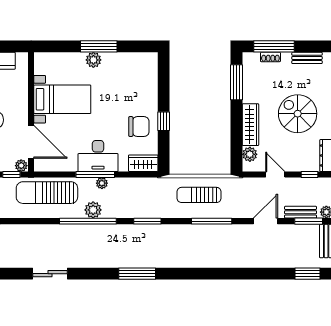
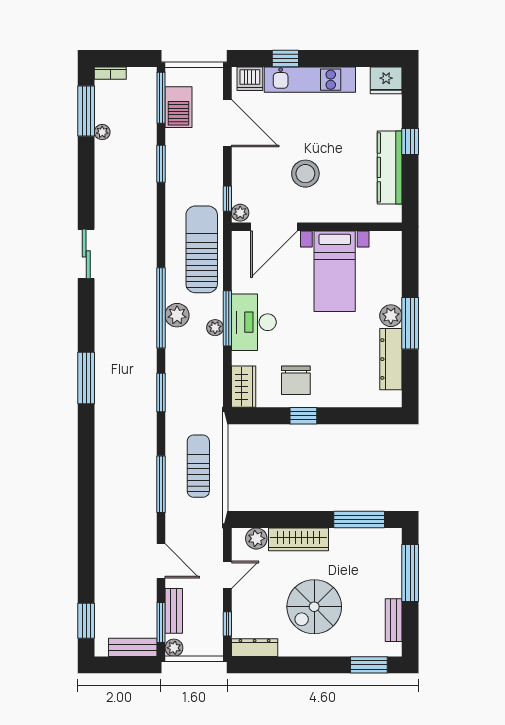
shoe rack: (270, 57) -> (395, 568), removed
dresser: (124, 60) -> (391, 359), added
spiral stairs: (298, 114) -> (314, 607), turned 180

